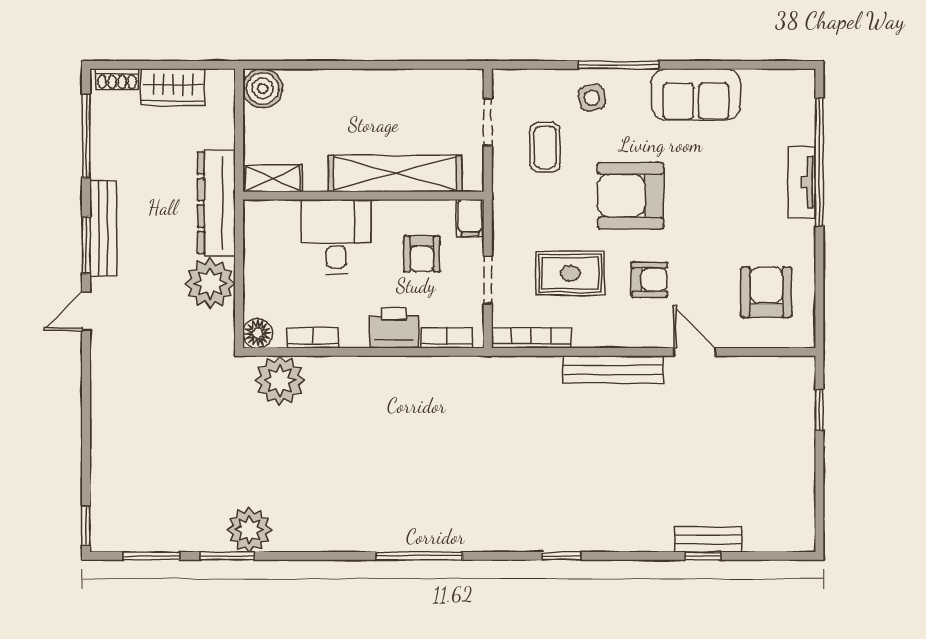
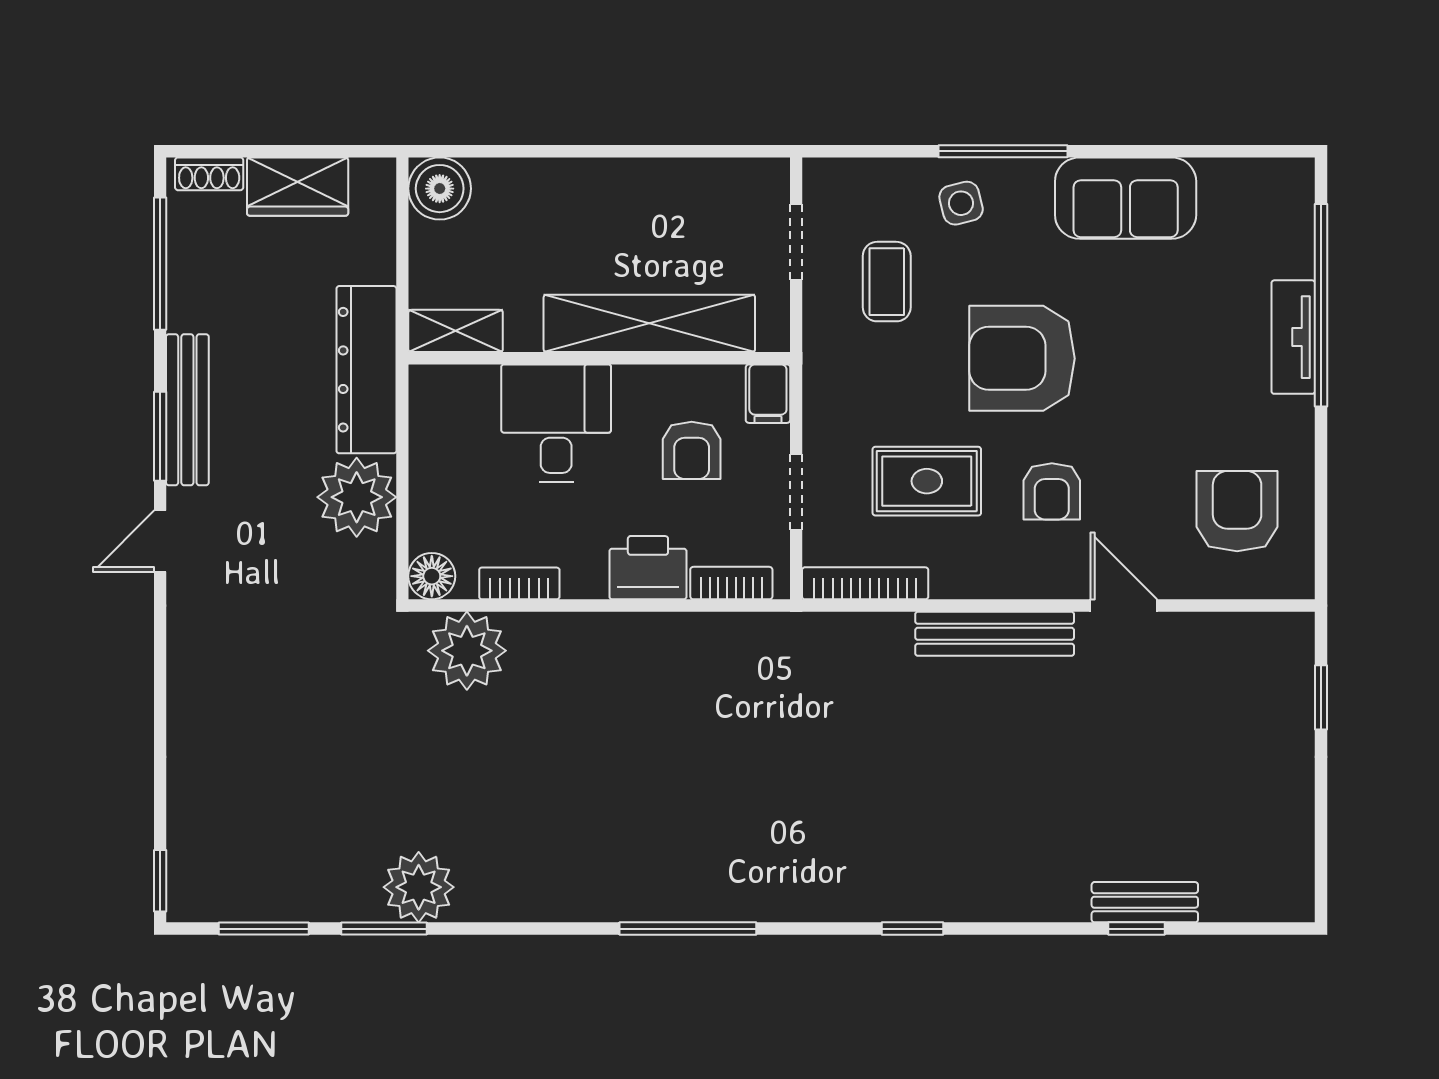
armchair: (649, 280) -> (1052, 491), turned 90

